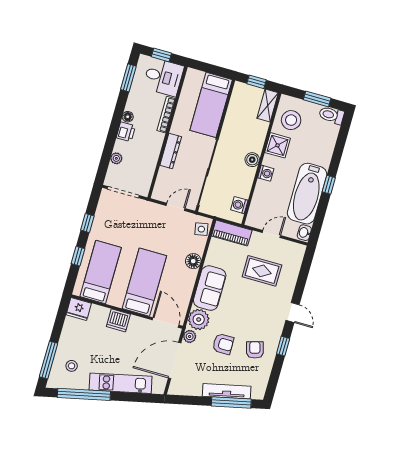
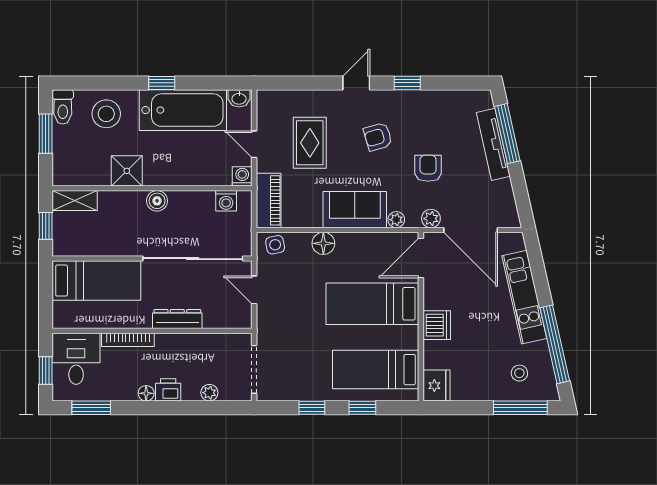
stool: (291, 120) -> (106, 114), moved
washing machine: (266, 173) -> (242, 176), moved
plant: (199, 319) -> (396, 220), width x0.53, depth x0.53
armchair: (255, 350) -> (378, 137), moved

